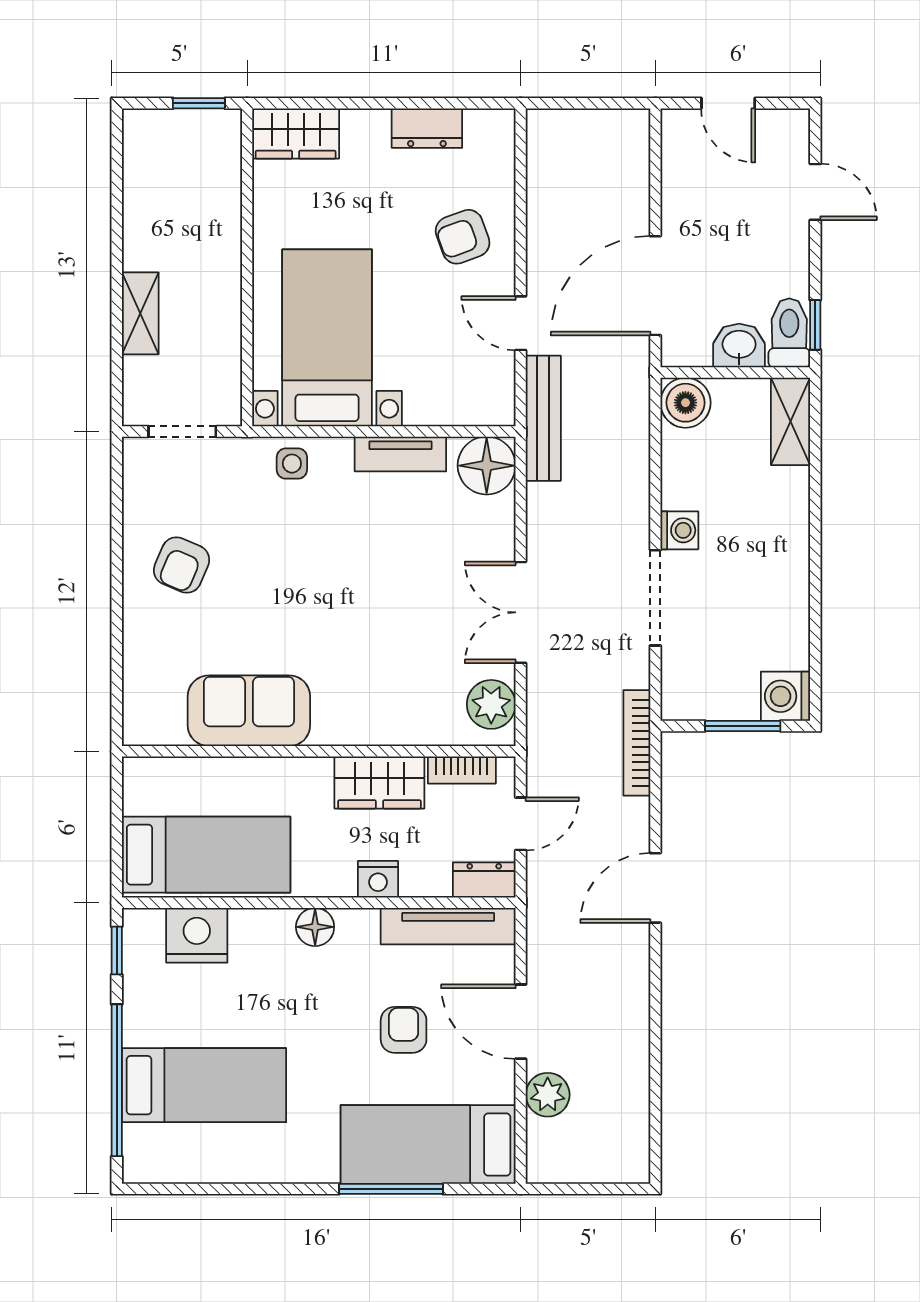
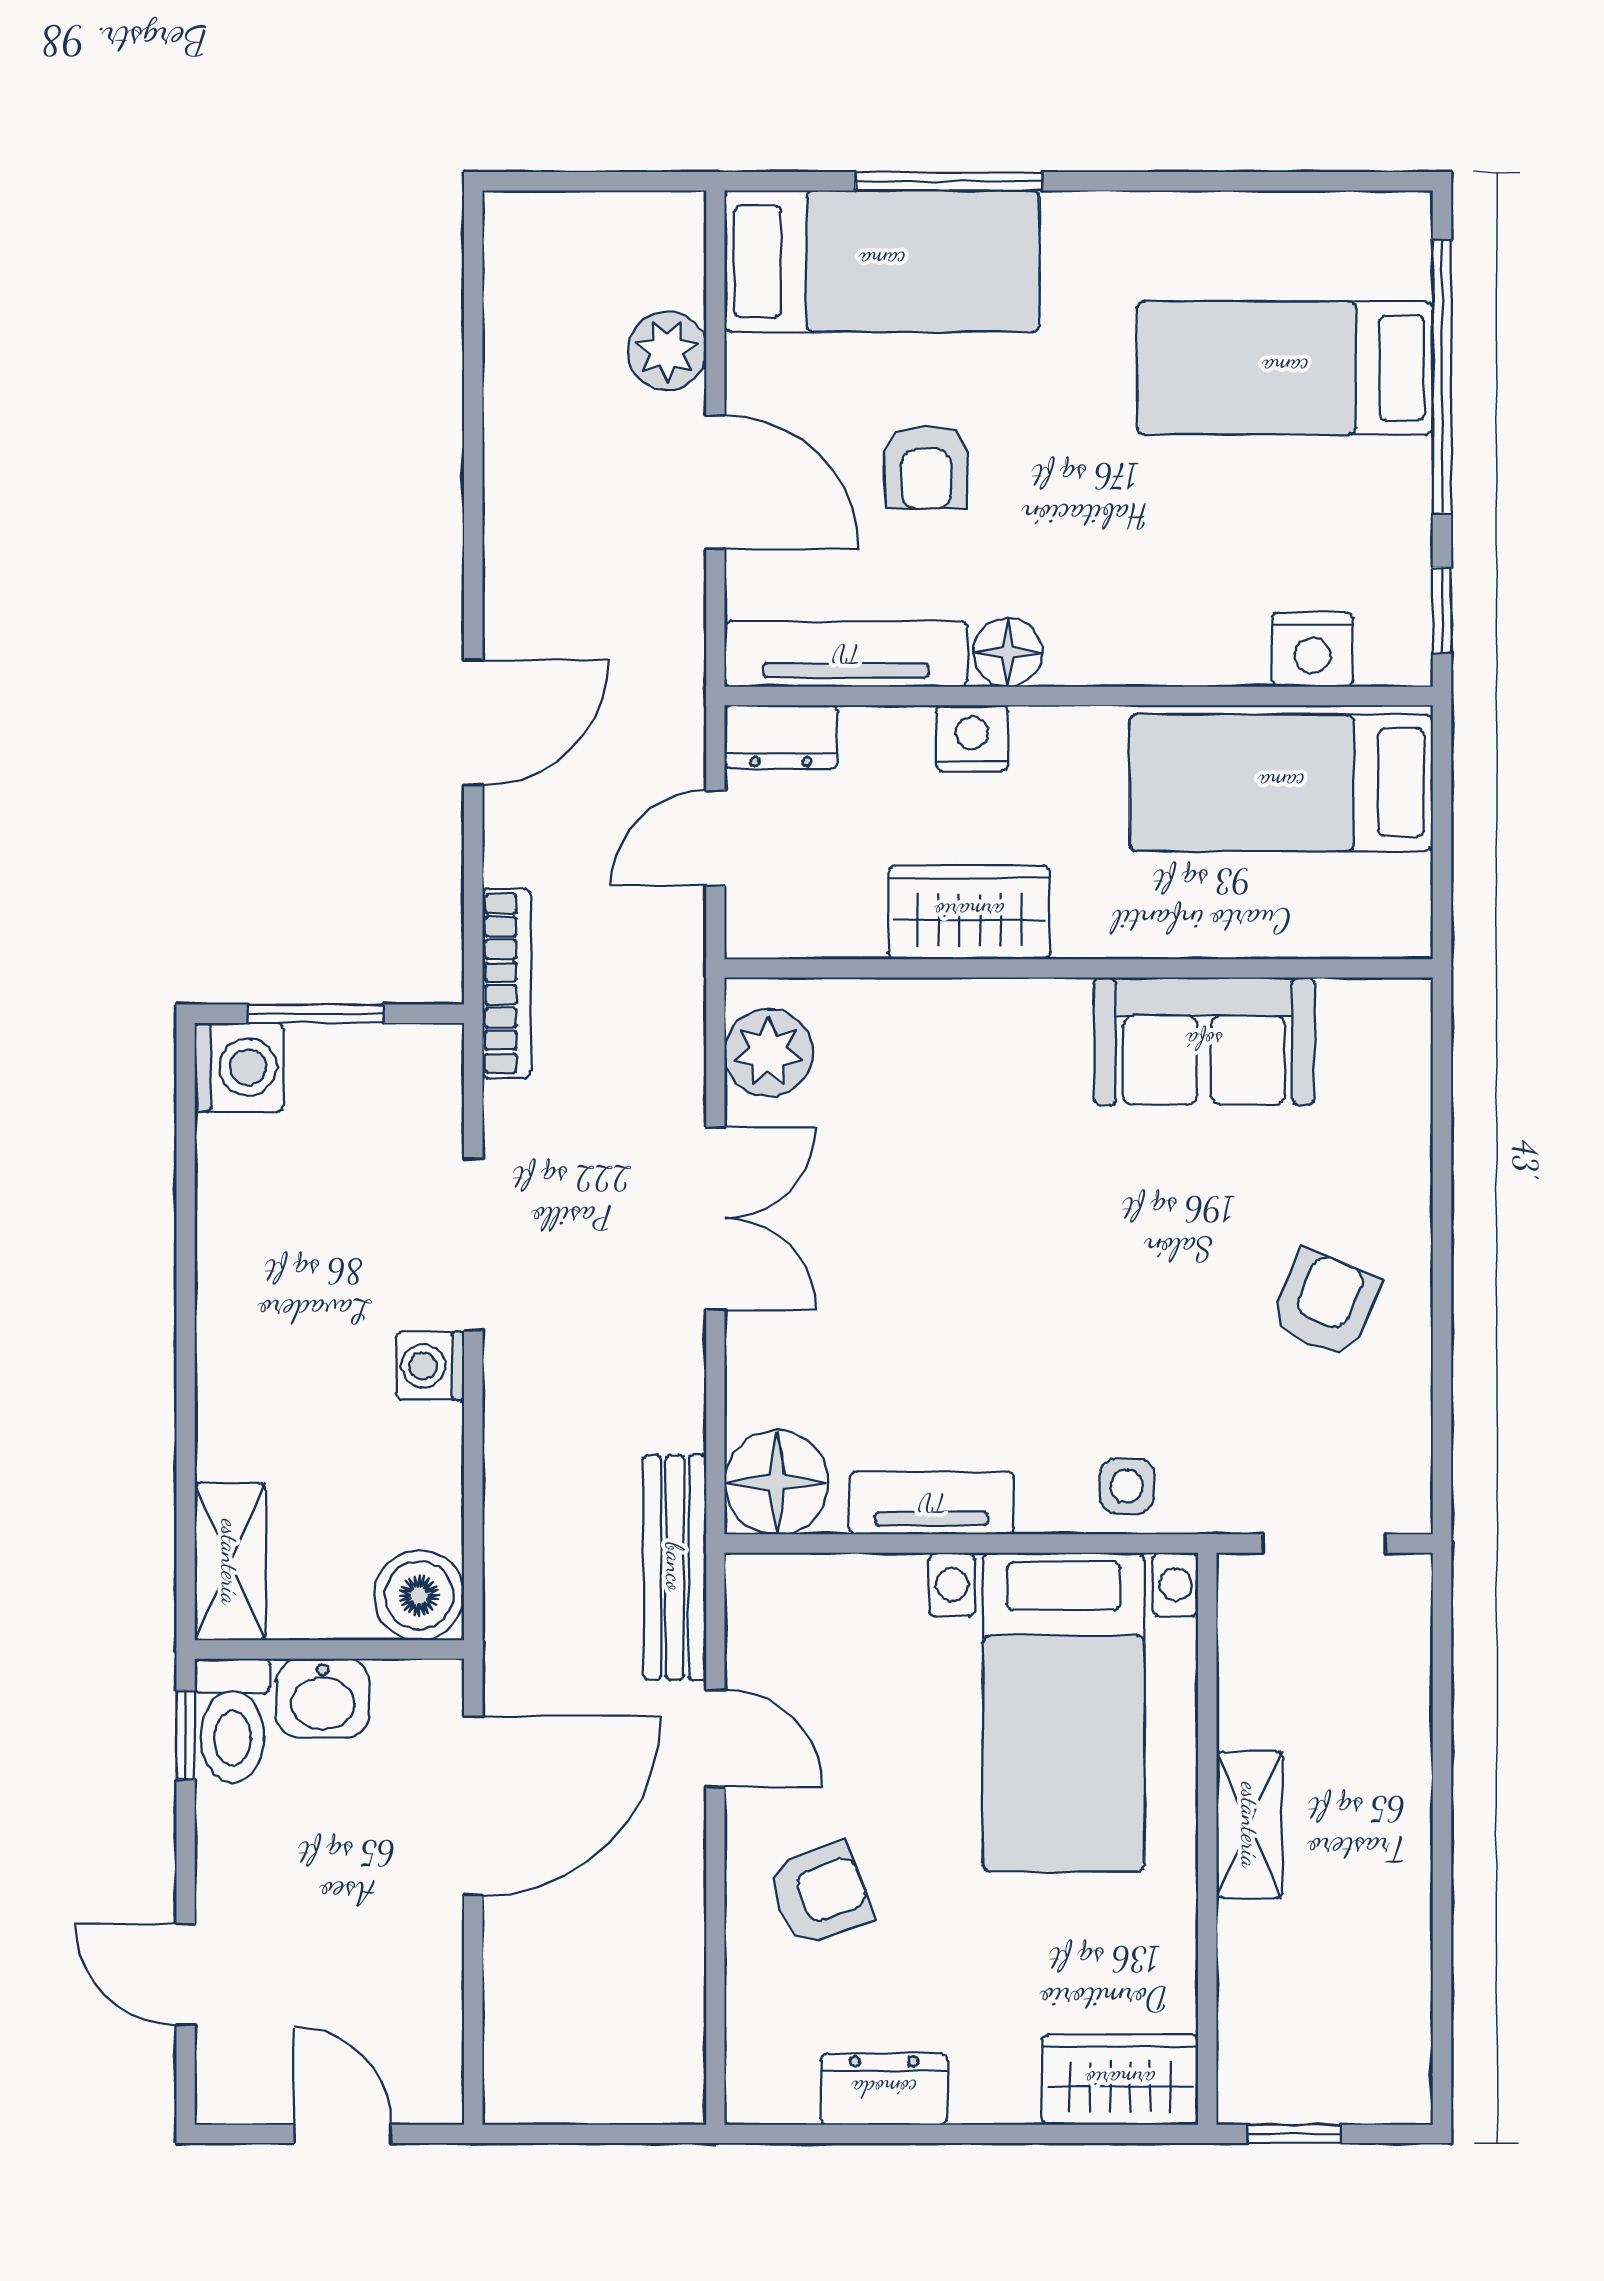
shelving: (140, 313) -> (1250, 1825), moved
bookcase: (462, 770) -> (821, 935), removed
floor lamp: (315, 927) -> (1008, 652), moved
nightstand: (197, 935) -> (1313, 650), width x0.74, depth x0.75

